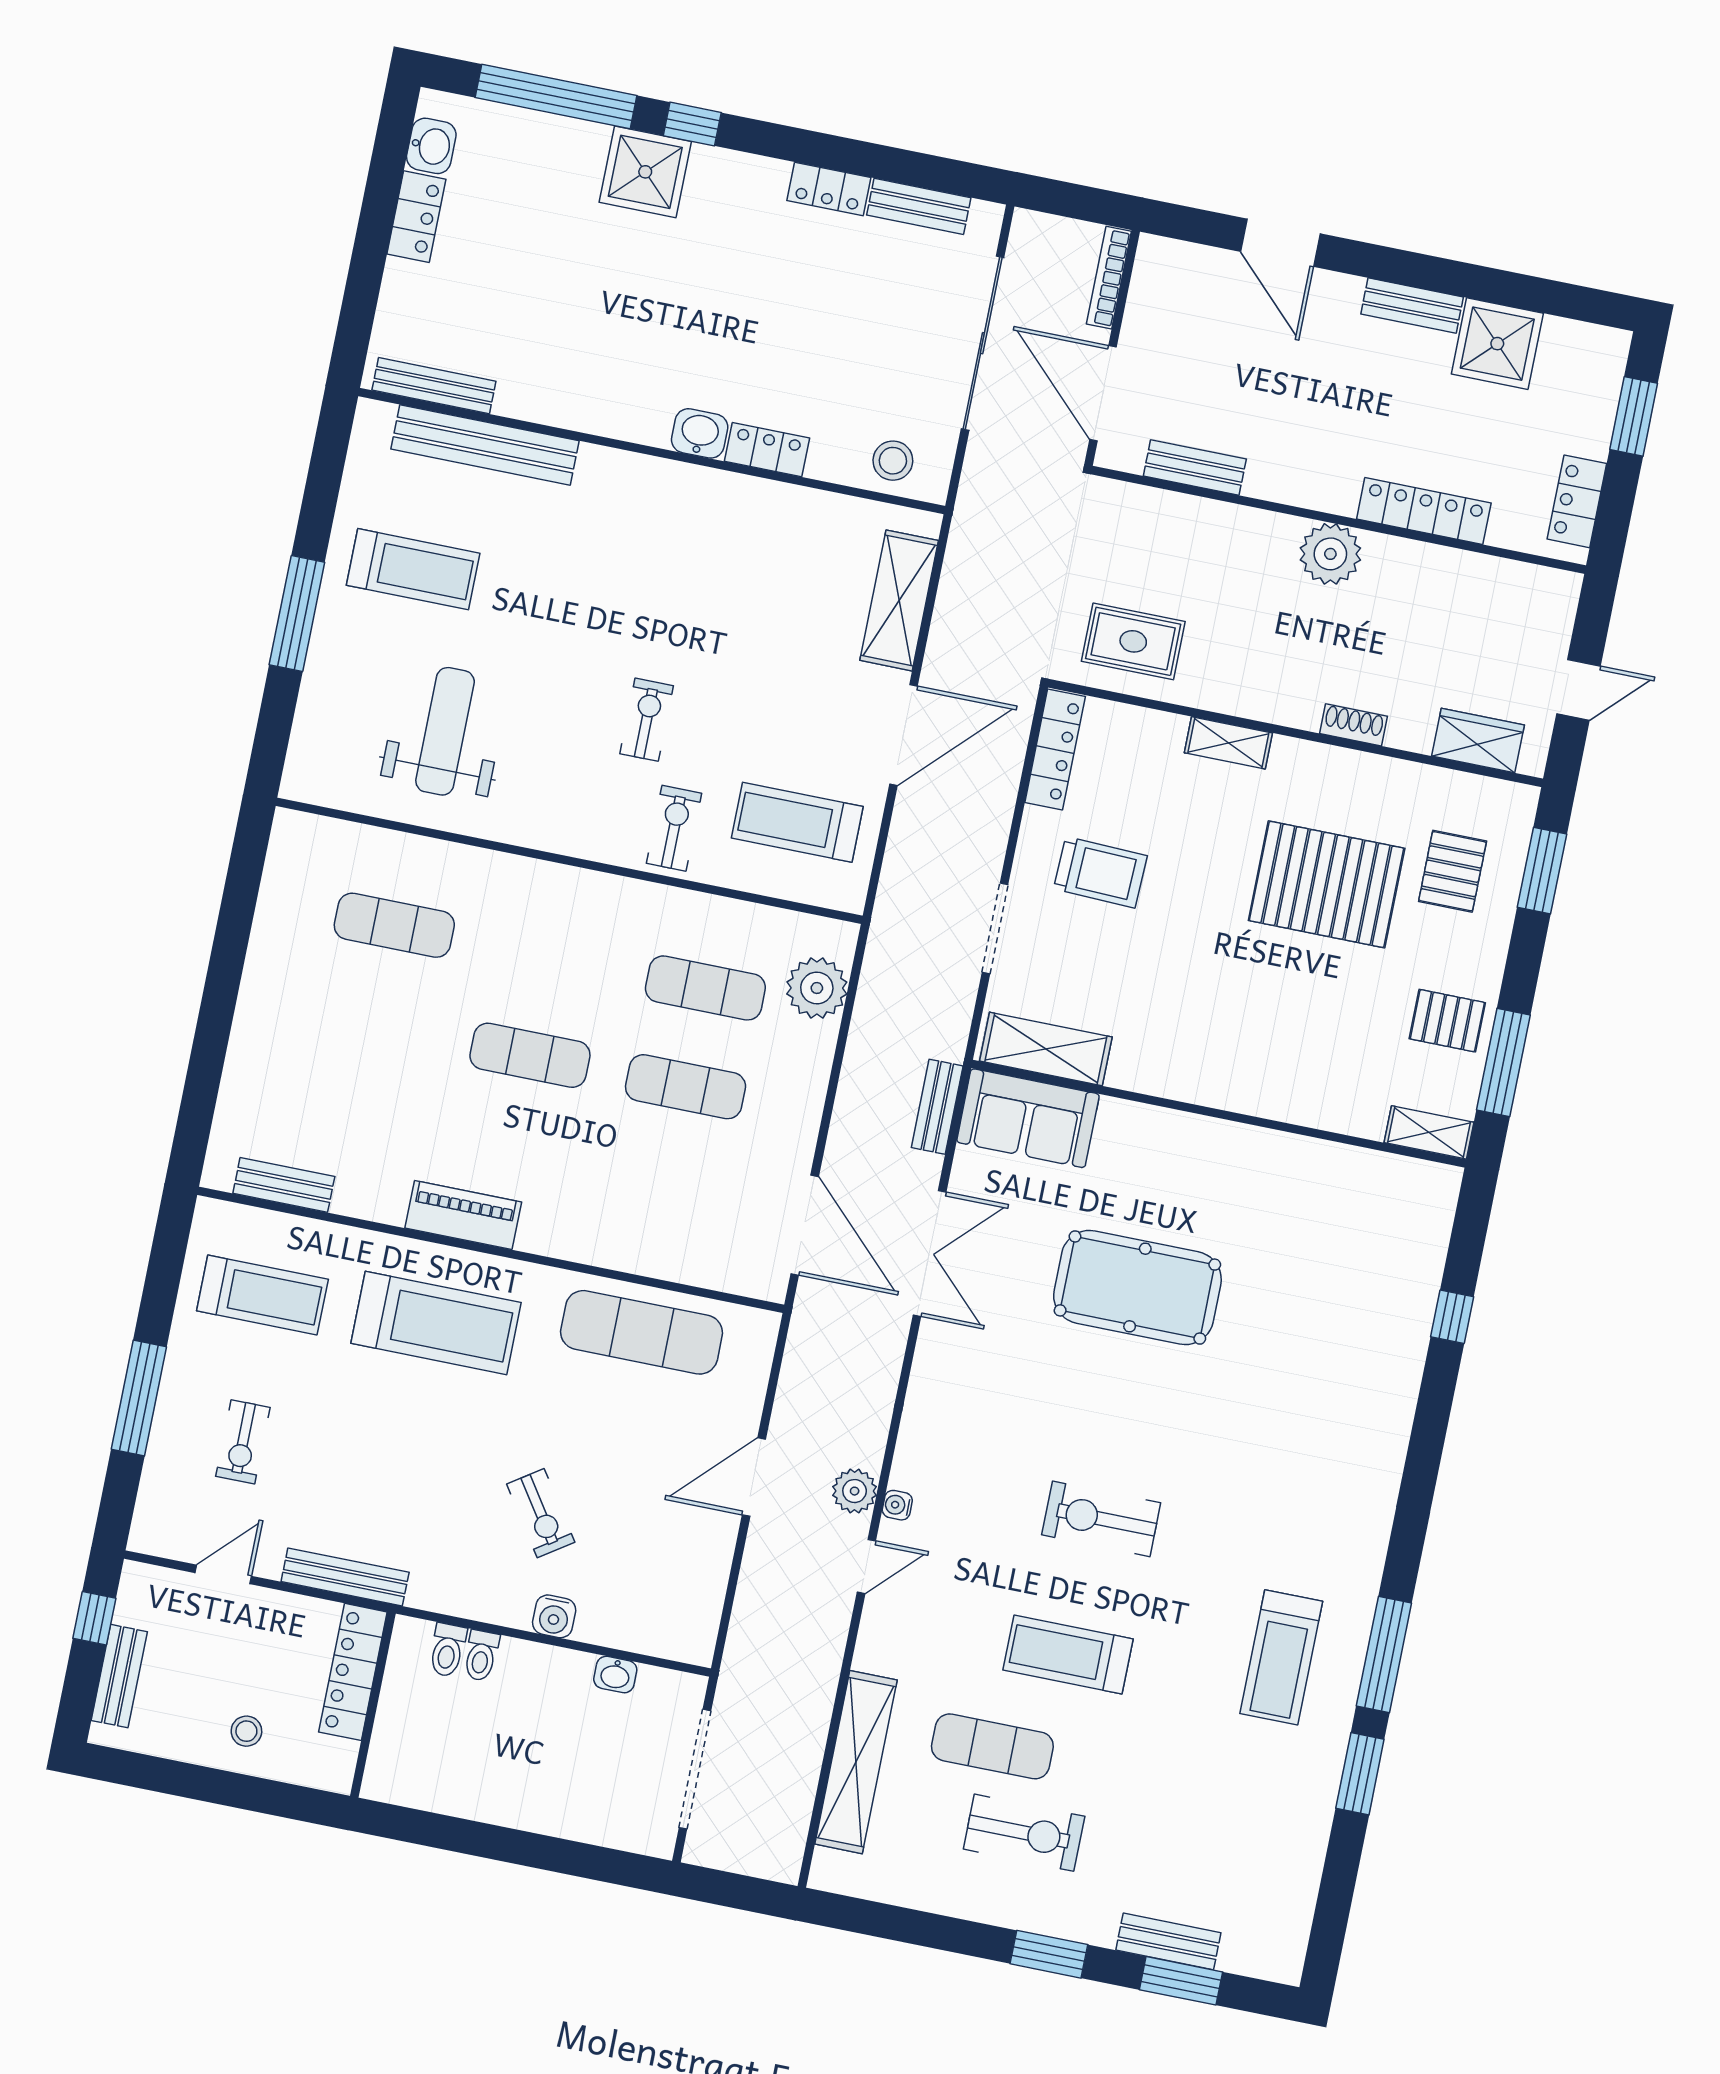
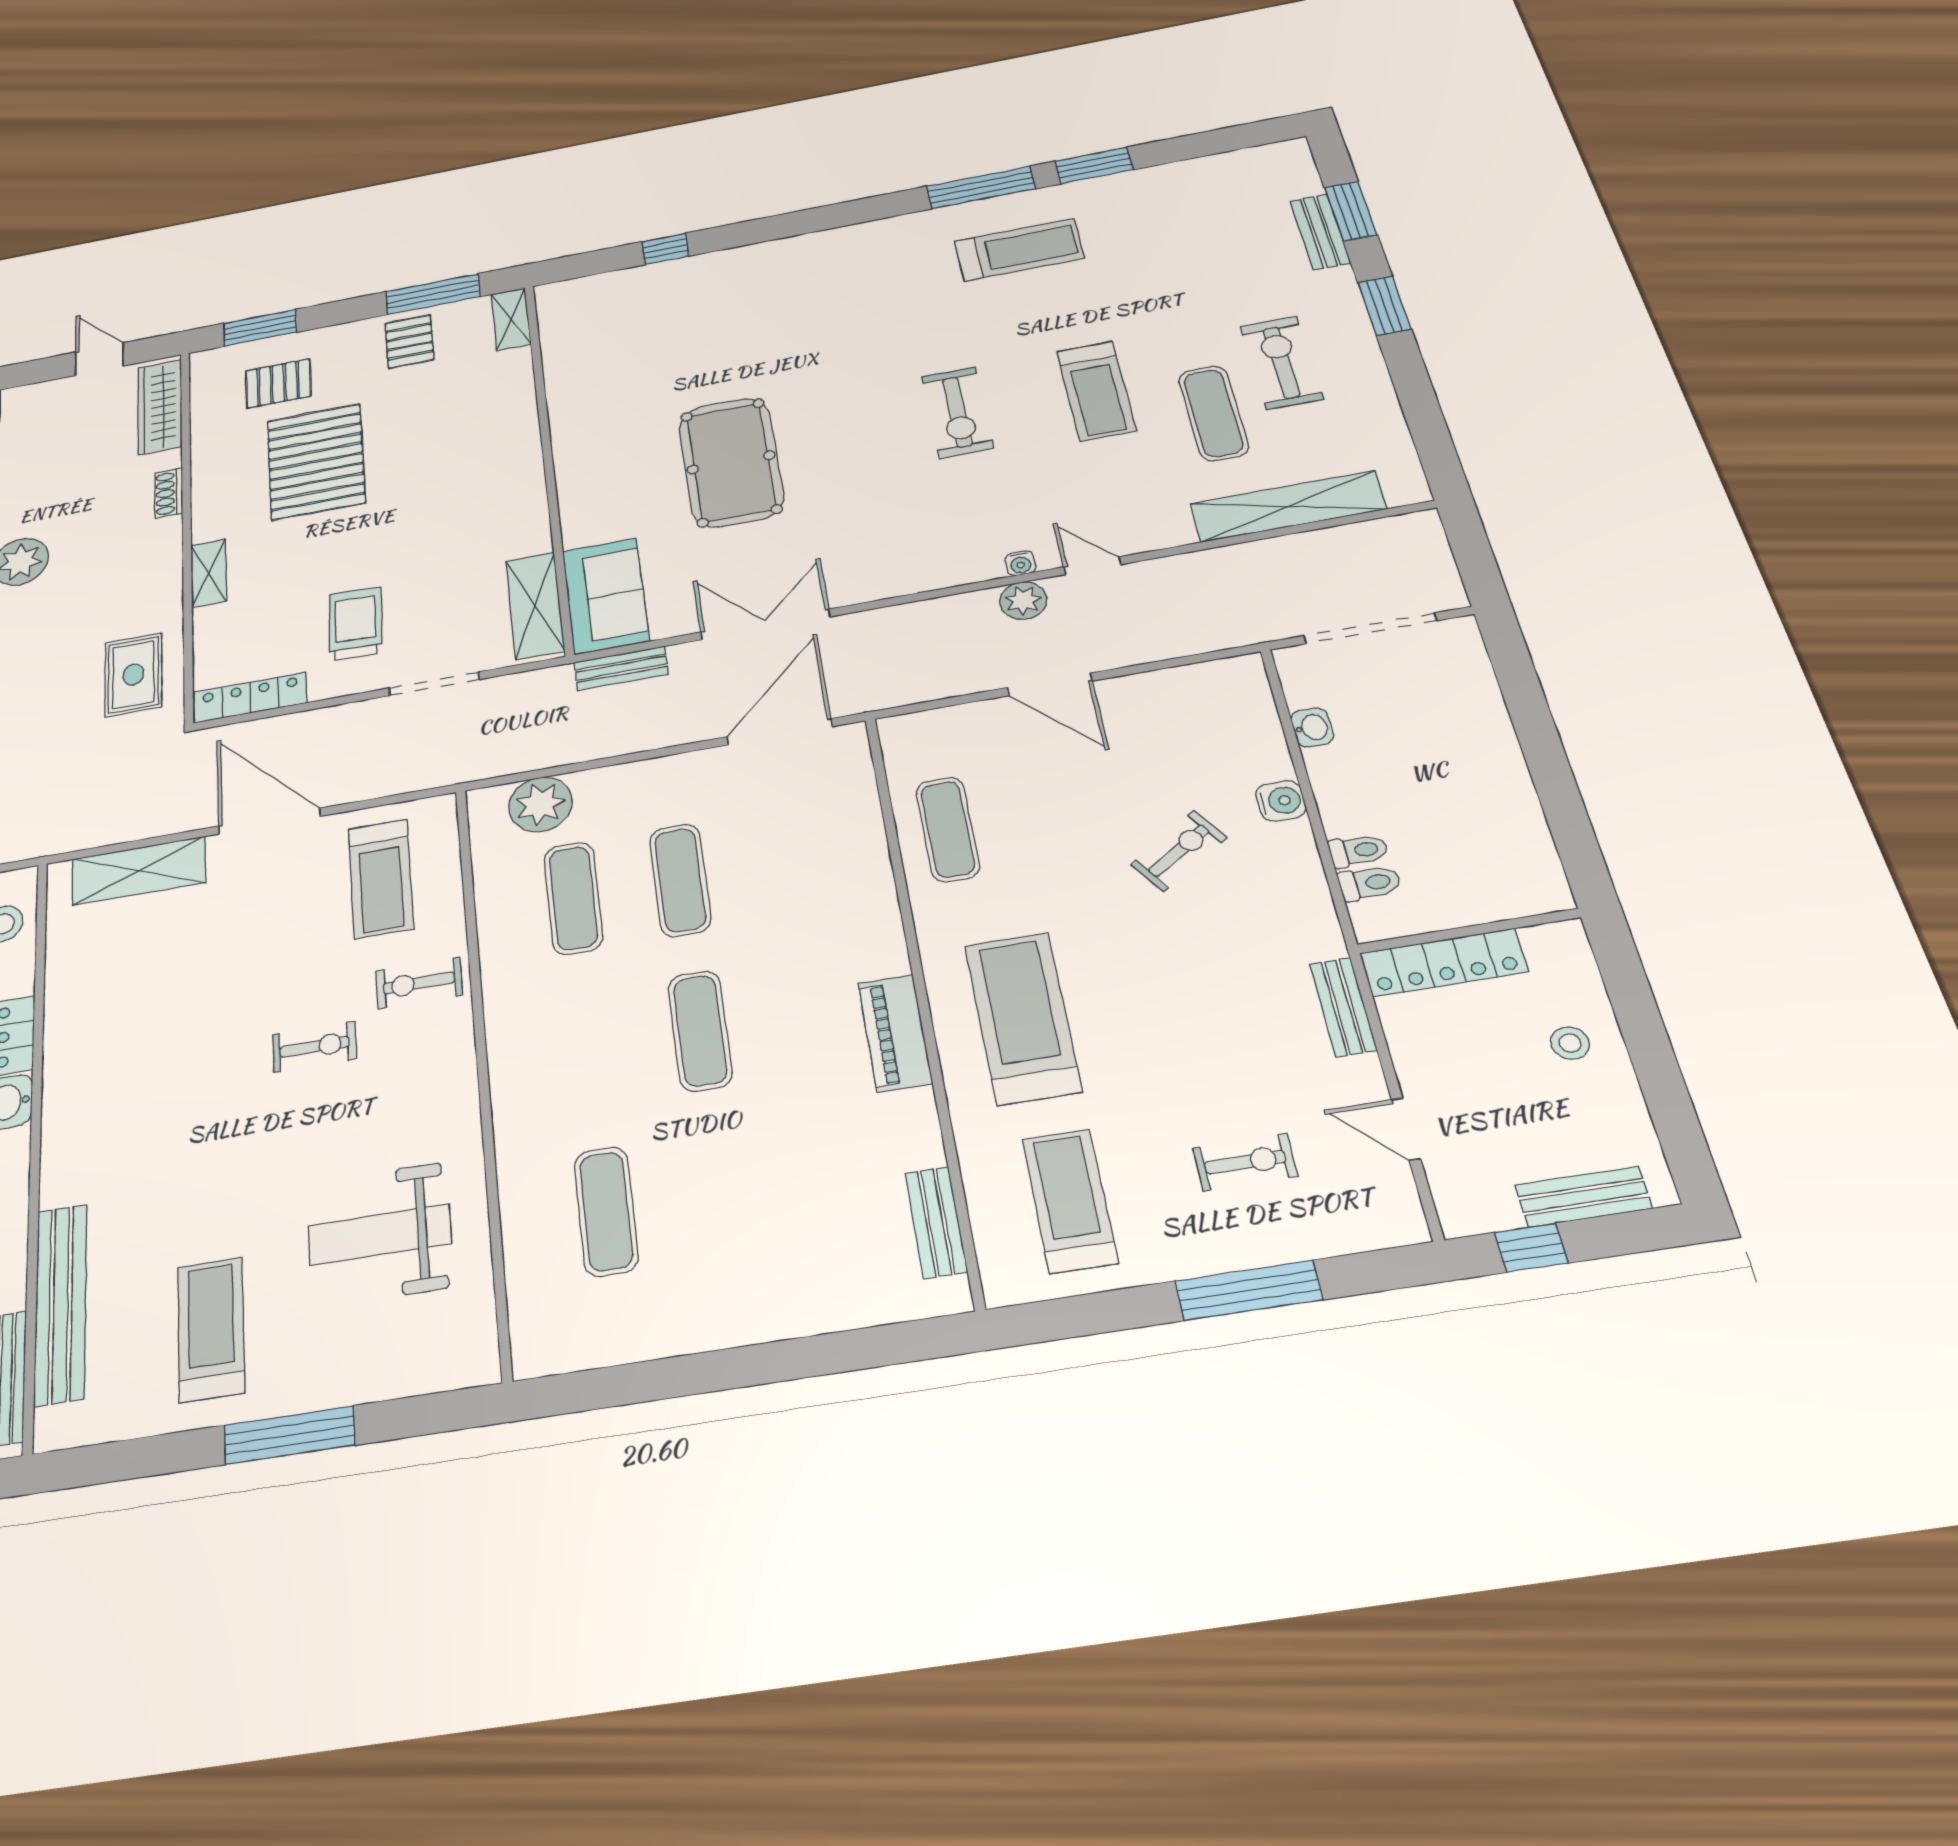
exercise bike: (647, 720) -> (314, 1047), turned 180
wardrobe: (1478, 740) -> (160, 407), width x1.50
exercise mat: (642, 1332) -> (948, 829), width x0.73, depth x0.69
bench: (345, 1577) -> (1343, 1007), width x0.73

